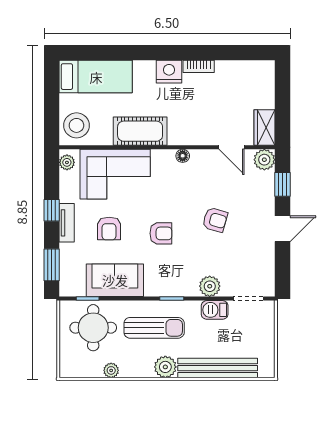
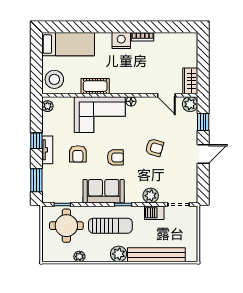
cot: (140, 131) -> (95, 86), width x0.73, depth x0.75
corner sofa: (115, 174) -> (100, 115), moved
sofa: (115, 280) -> (104, 191), moved

